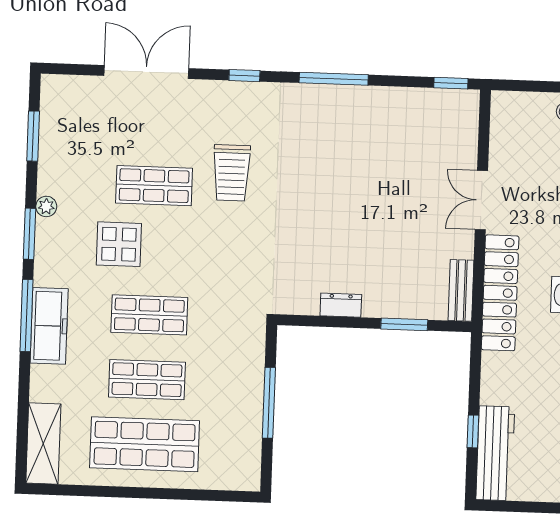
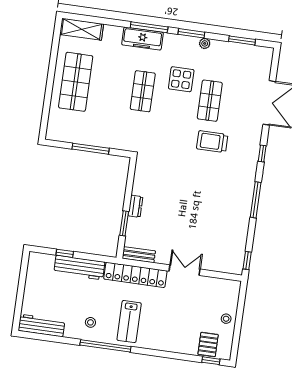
dresser: (341, 305) -> (135, 206), moved
shop shelf: (147, 380) -> (109, 87), removed
workbench: (495, 453) -> (79, 268), moved

